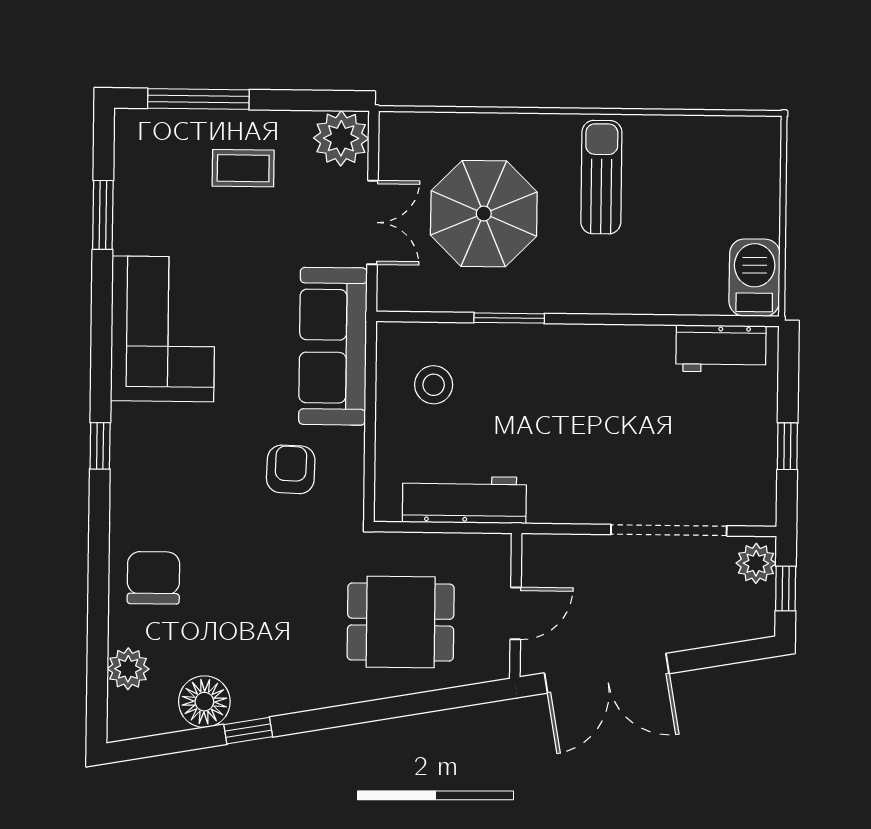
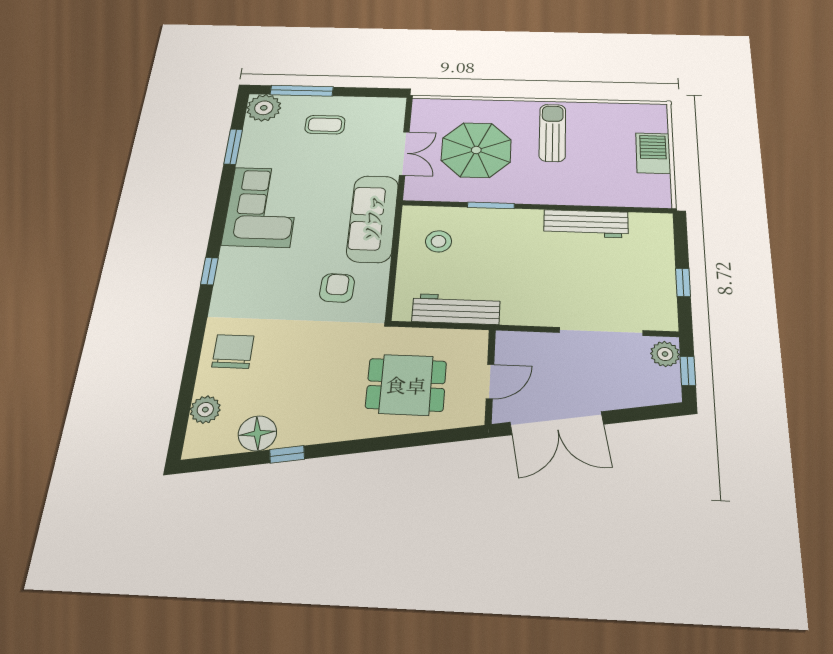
plant: (341, 138) -> (264, 108), moved
barbecue: (754, 278) -> (653, 153), moved
workbench: (721, 349) -> (586, 224), moved, width x1.37

